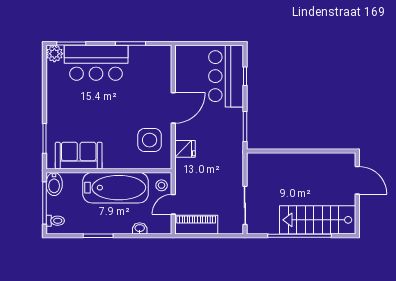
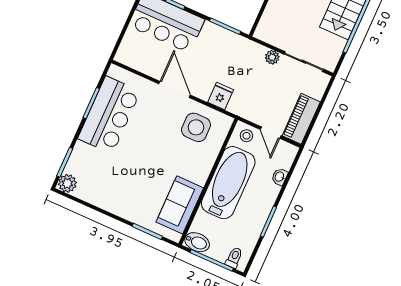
bar counter: (96, 63) -> (109, 115), moved
plant: (237, 177) -> (272, 57), added

